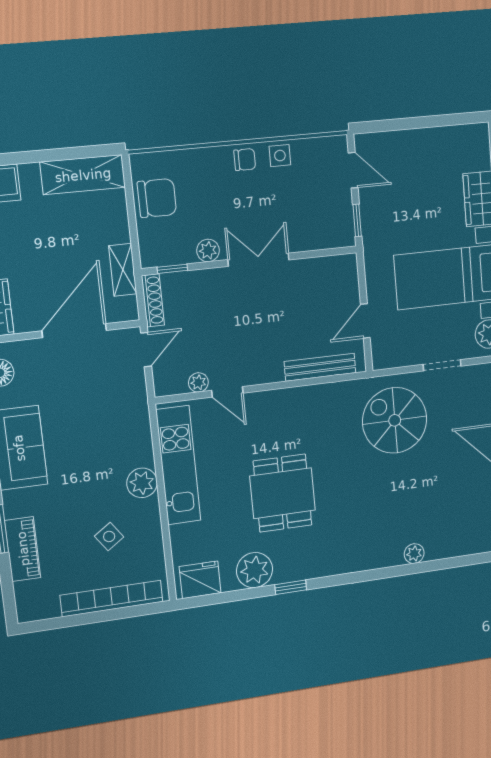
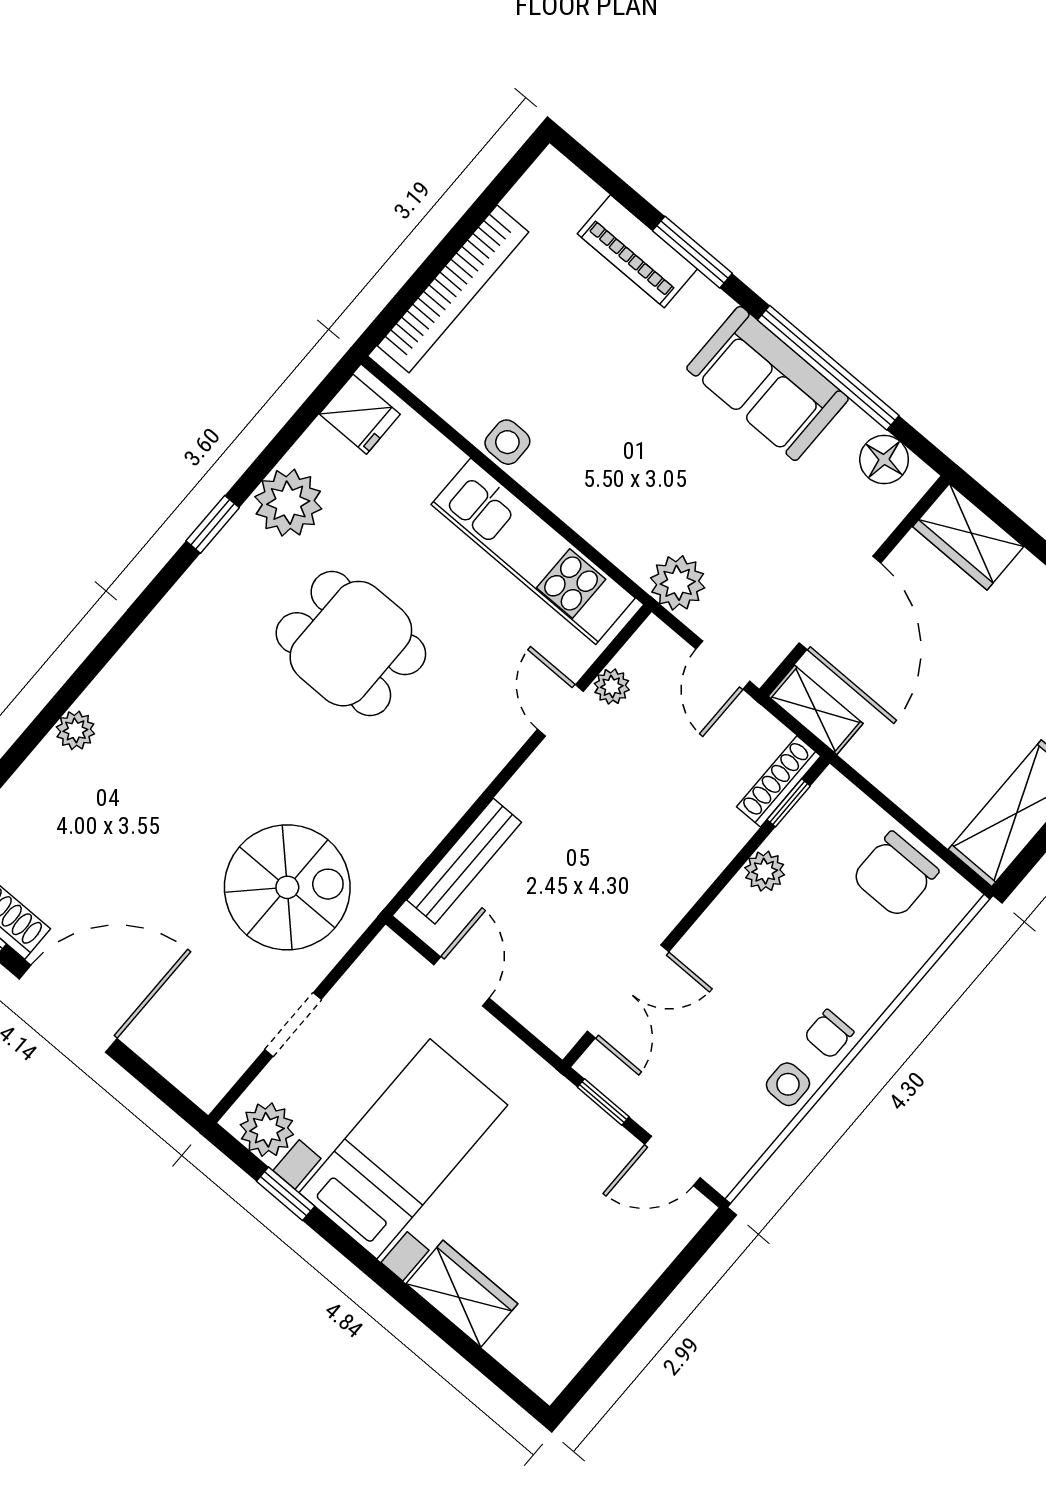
double door: (259, 260) -> (628, 992), moved
shelving: (123, 270) -> (816, 710), moved
shoe rack: (153, 300) -> (779, 781), moved, turned 90
door: (227, 392) -> (560, 710), hinge flipped
plant: (142, 483) -> (678, 583), moved
side table: (109, 536) -> (507, 442), moved, turned 35
fridge: (200, 580) -> (360, 414), width x0.72

